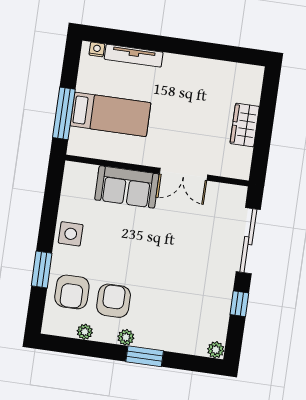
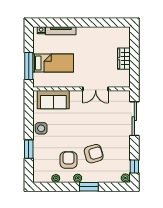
sofa: (127, 187) -> (53, 100), moved
armchair: (72, 292) -> (94, 154), moved, turned -106
window: (239, 304) -> (134, 167), moved

